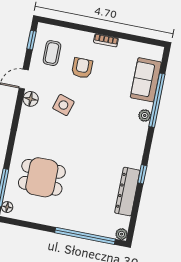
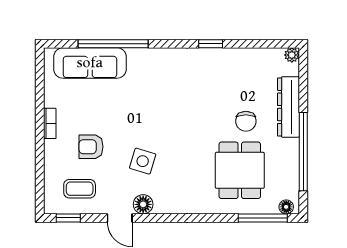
sofa: (146, 80) -> (90, 63), width x1.36
plant: (145, 116) -> (136, 55), removed
chair: (78, 189) -> (246, 121), added
dresser: (127, 192) -> (288, 107), moved, turned 90
window: (85, 236) -> (303, 152), moved

